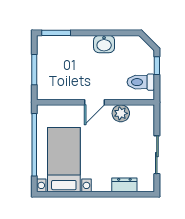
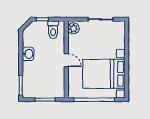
plant: (121, 113) -> (73, 28), moved
bed with nightstands: (64, 160) -> (104, 74), width x1.36
dresser: (124, 185) -> (120, 41), removed

